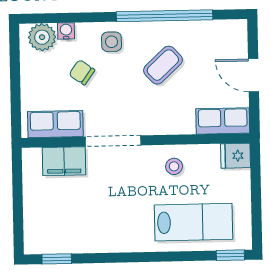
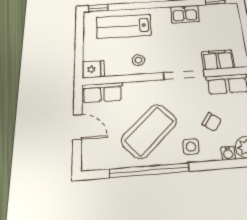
coffee table: (163, 65) -> (149, 131), width x1.86, depth x1.72
kitchen sink: (104, 238) -> (185, 14), added

